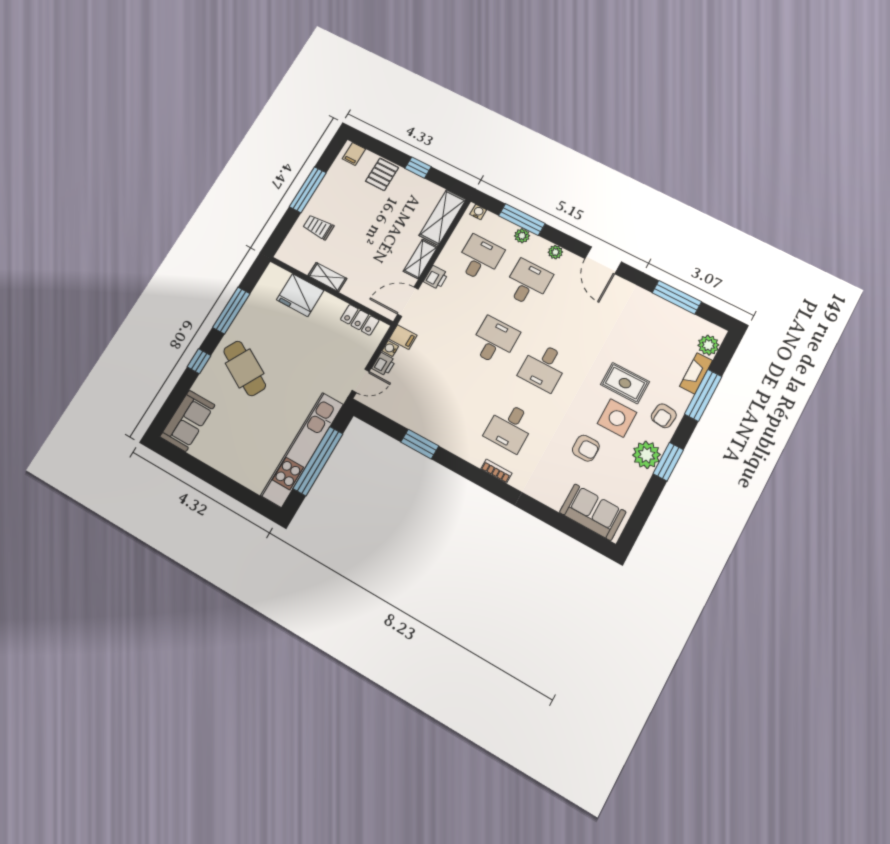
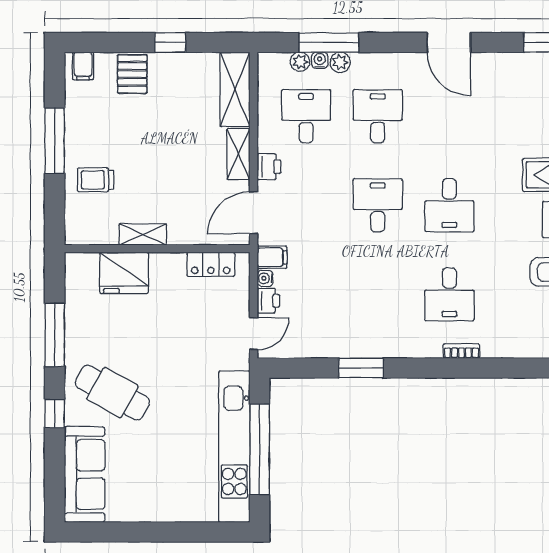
water cooler: (478, 212) -> (320, 60), moved
plant: (555, 252) -> (300, 62), moved
sofa: (187, 421) -> (85, 474), width x1.36

